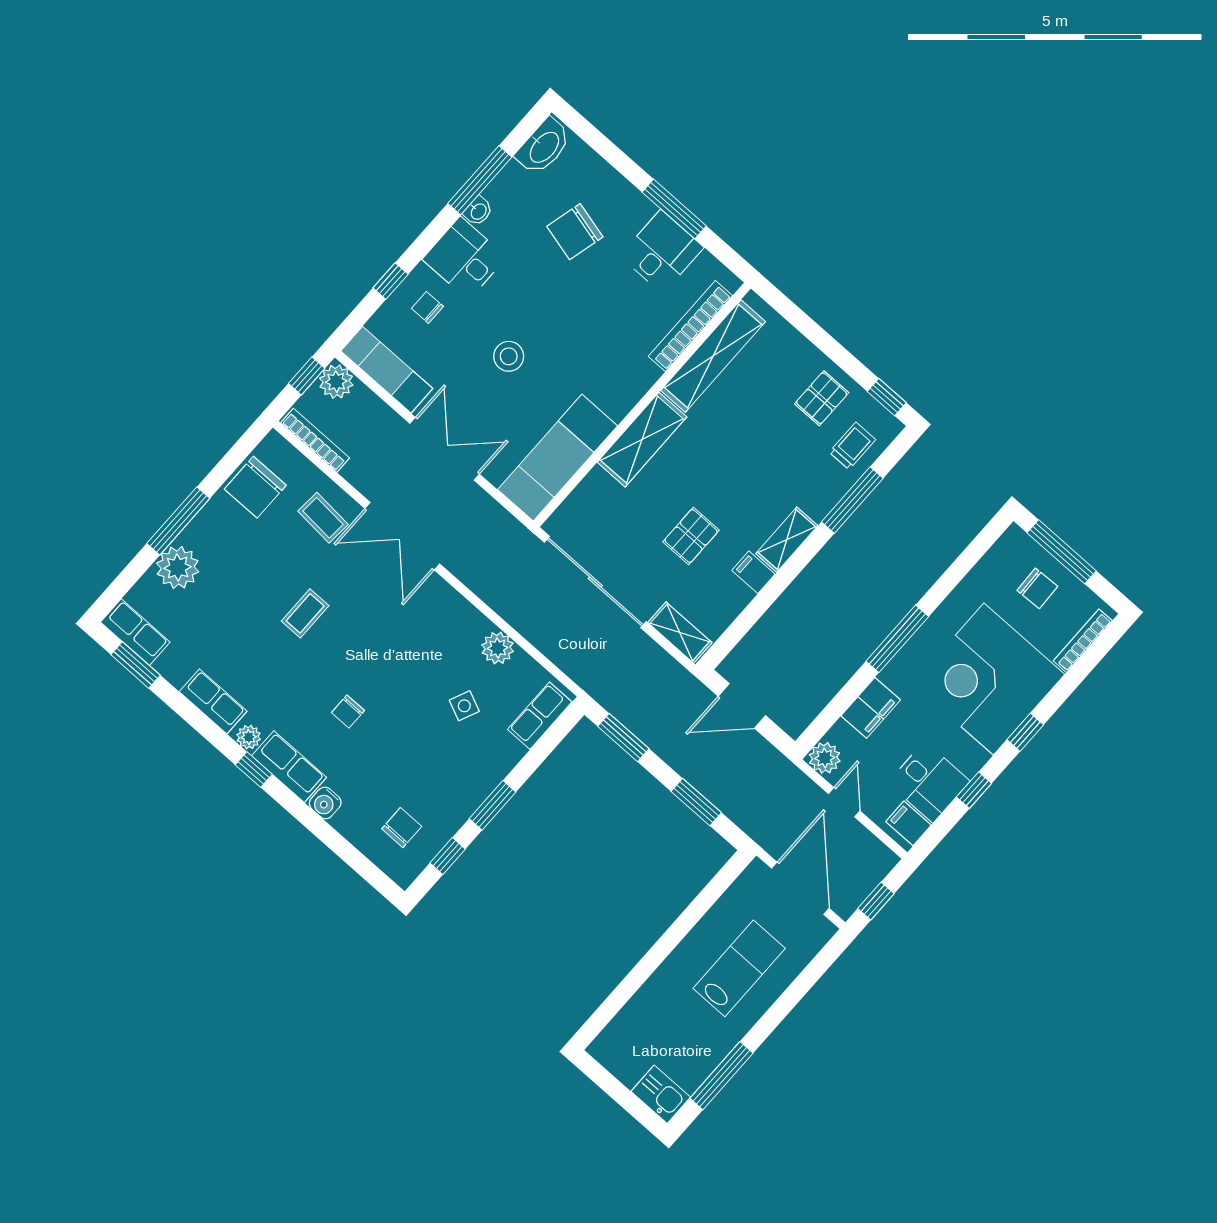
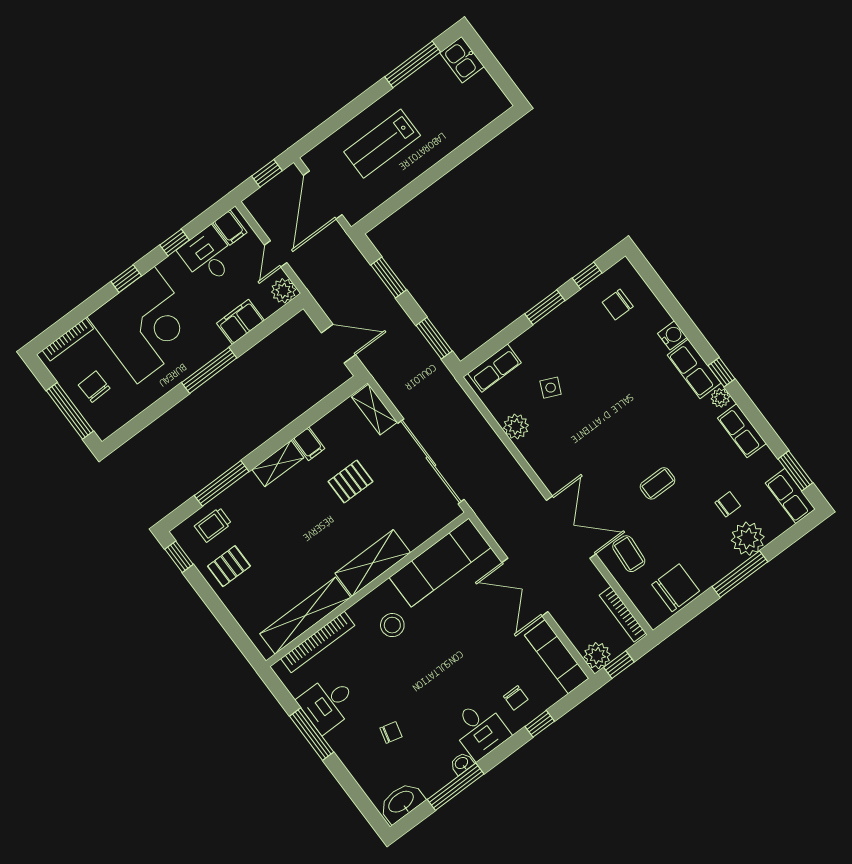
chair: (575, 232) -> (391, 732), width x0.54, depth x0.54
stool: (509, 356) -> (392, 625), moved
chair: (348, 712) -> (728, 504), moved

